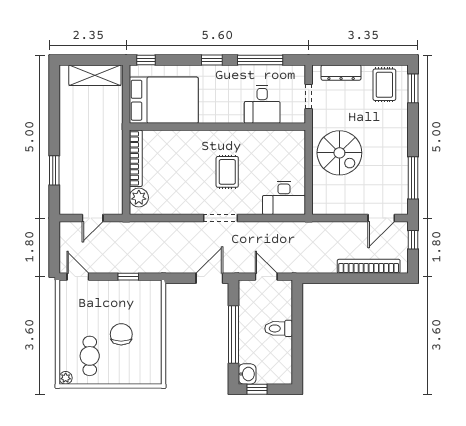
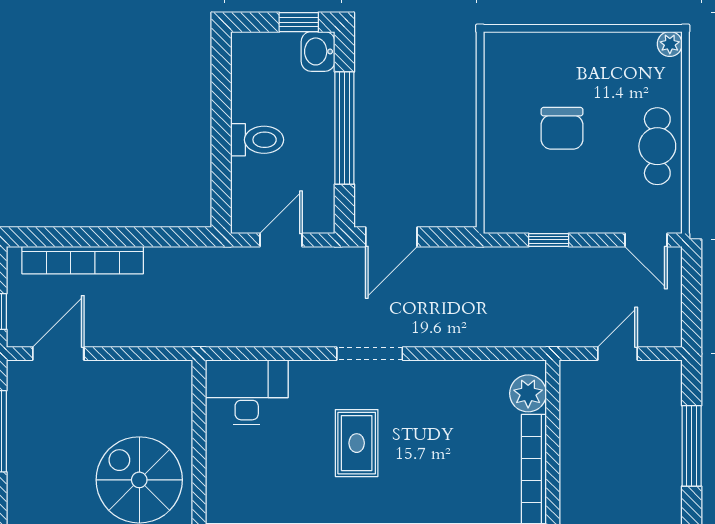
window: (54, 170) -> (692, 446), width x1.44
door: (266, 277) -> (281, 240), swing flipped
cafe table: (90, 356) -> (657, 146), moved

